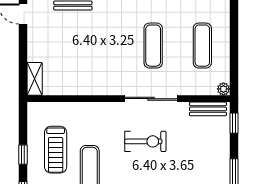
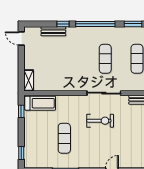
treadmill: (56, 150) -> (40, 103), moved, turned -90
window: (23, 155) -> (21, 111), moved

